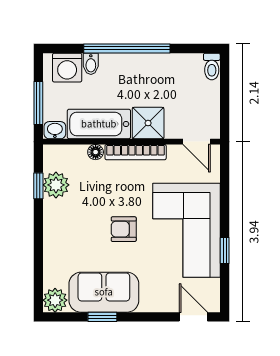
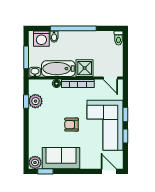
window: (225, 210) -> (125, 114), added
window: (102, 317) -> (45, 171), moved

